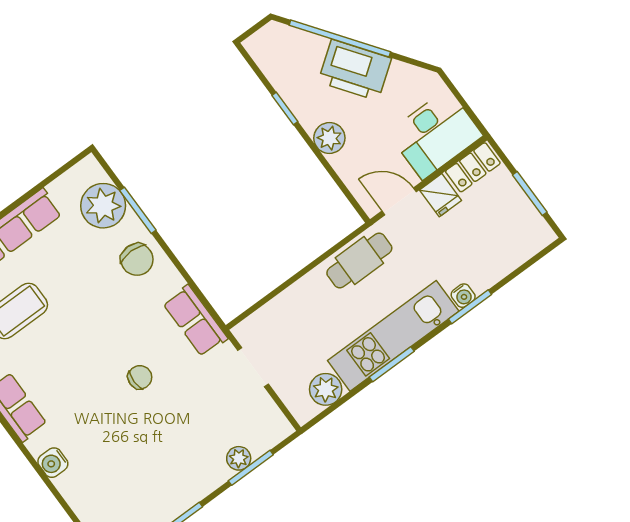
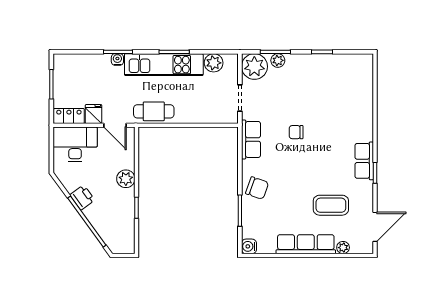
printer: (355, 70) -> (82, 197), width x0.53, depth x0.68
plant: (103, 206) -> (254, 67), moved
chair: (137, 259) -> (257, 188), turned 109
water cooler: (53, 463) -> (249, 246), moved, turned 180

